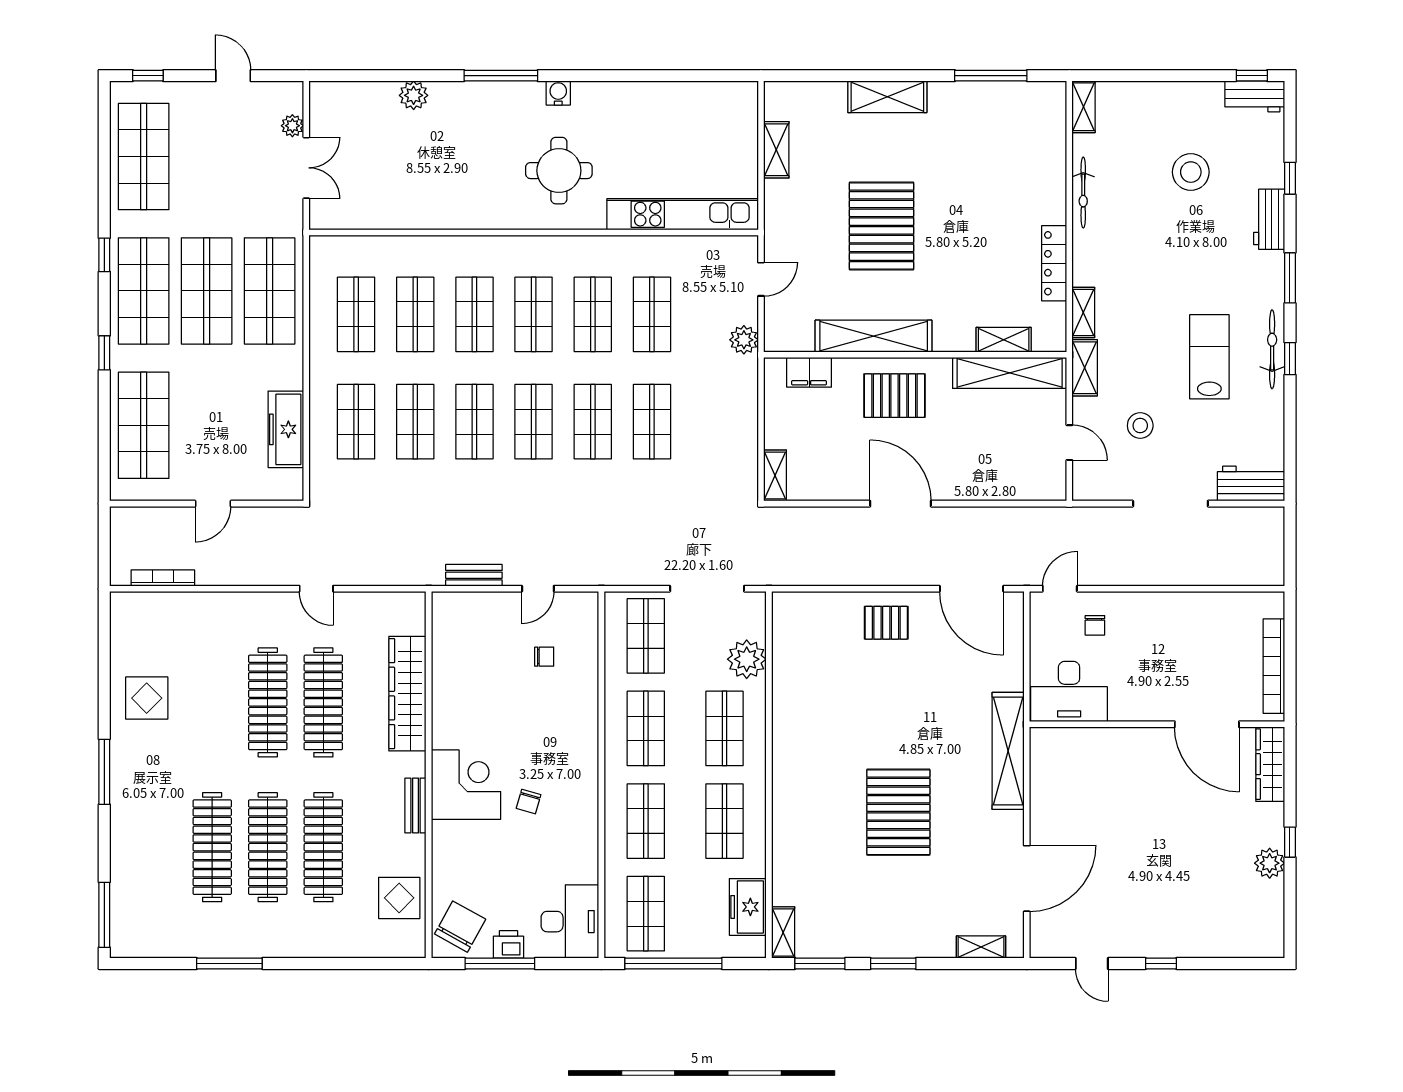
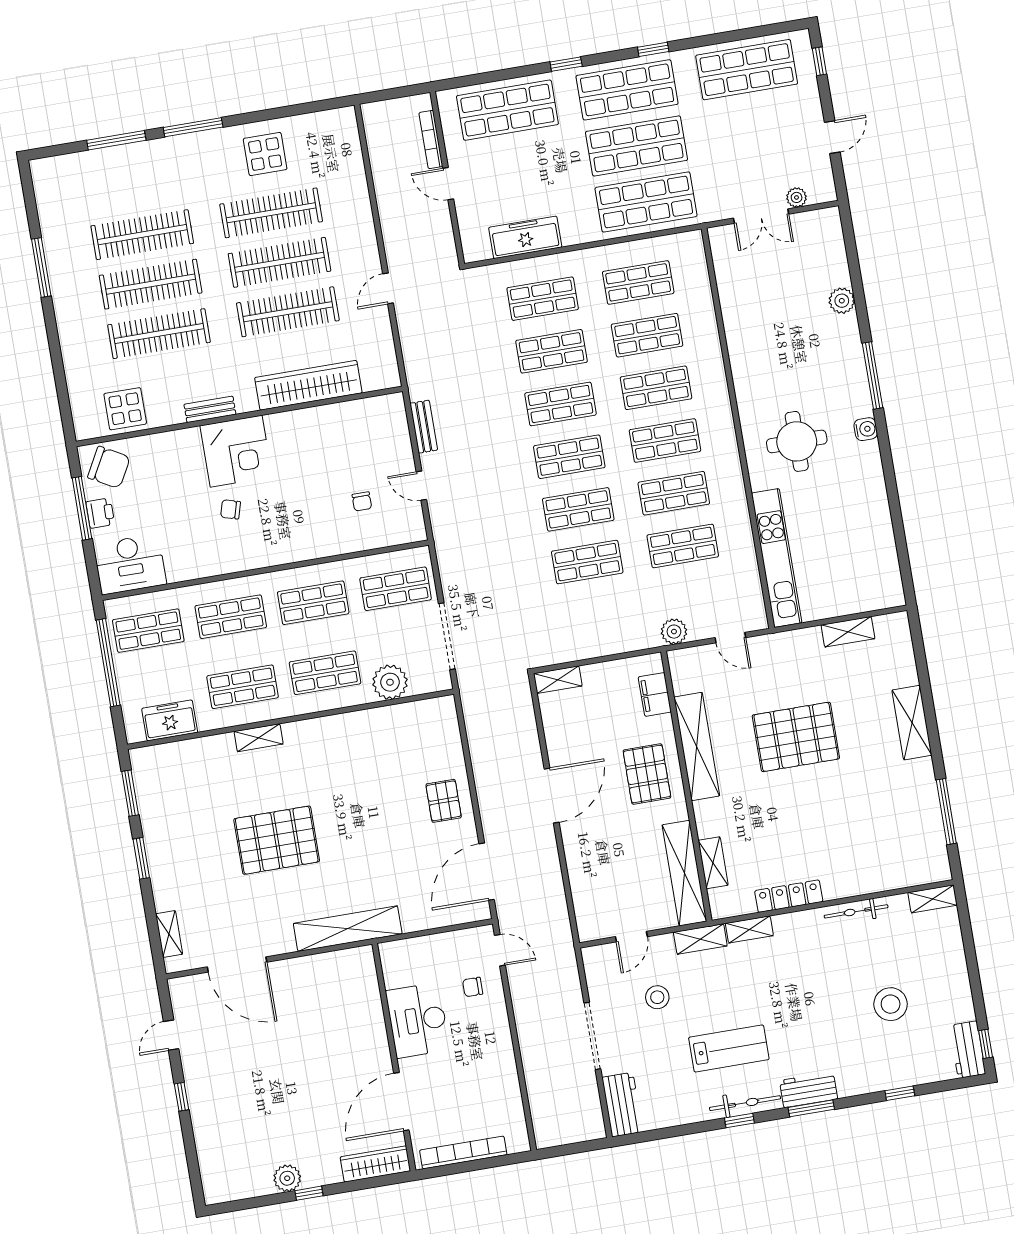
workbench: (1269, 219) -> (809, 1090), moved
bookcase: (163, 578) -> (431, 140), moved, turned 180
desk: (1069, 692) -> (418, 1020), moved
clothes rail: (212, 702) -> (271, 213), added
window: (104, 915) -> (116, 140), moved
shelving: (783, 933) -> (259, 738), moved

